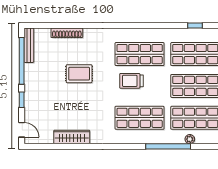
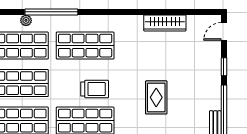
rug: (79, 74) -> (156, 97), turned 90
door: (22, 130) -> (224, 31), hinge flipped

